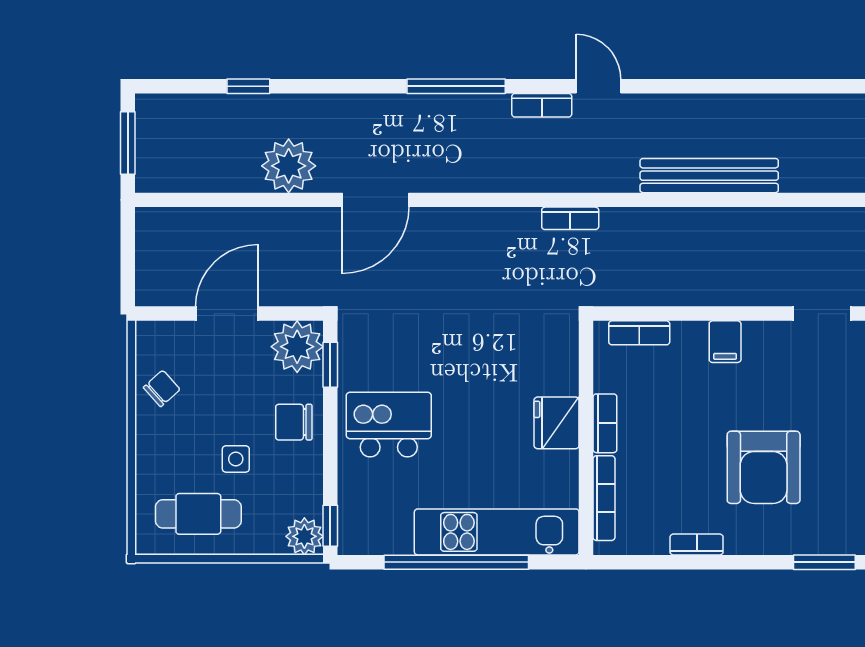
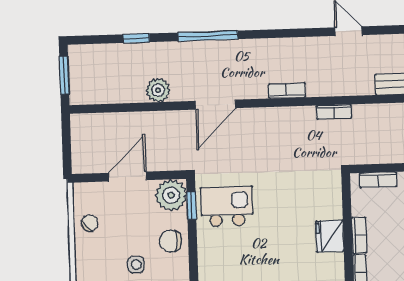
window: (456, 86) -> (208, 36), moved
bookcase: (542, 105) -> (287, 91), moved, turned 180
plant: (289, 166) -> (158, 90), width x0.73, depth x0.73
kitchen island: (389, 425) -> (227, 206), moved

